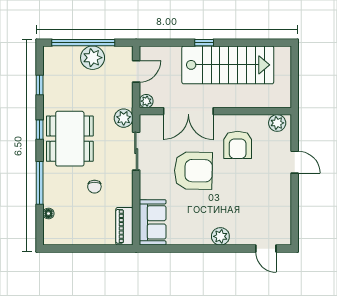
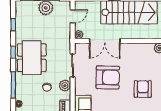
plant: (124, 118) -> (65, 86), moved
armchair: (238, 145) -> (143, 89), moved, turned 180

